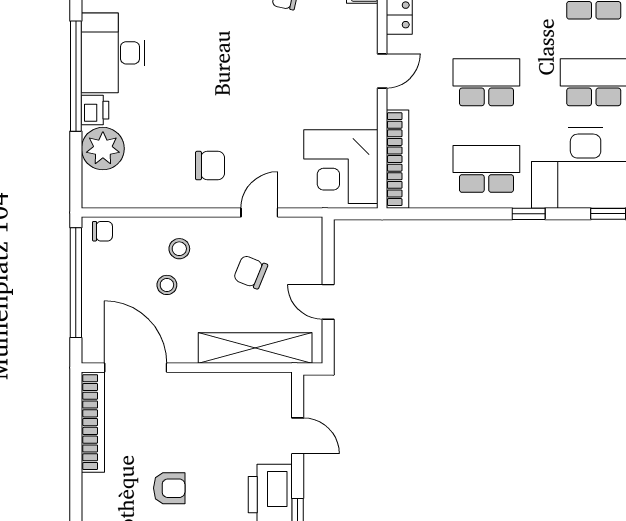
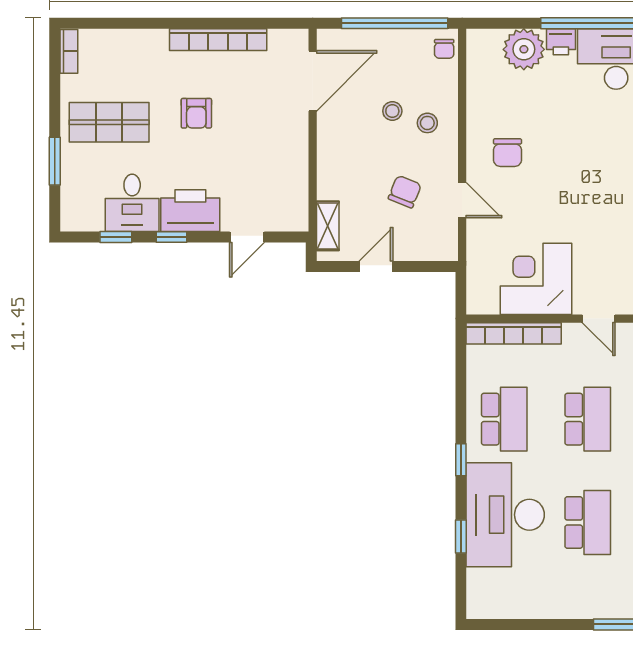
corner desk: (341, 167) -> (536, 279), moved
shelving: (255, 348) -> (328, 226), width x0.45, depth x0.75
bookcase: (93, 422) -> (218, 40), moved

